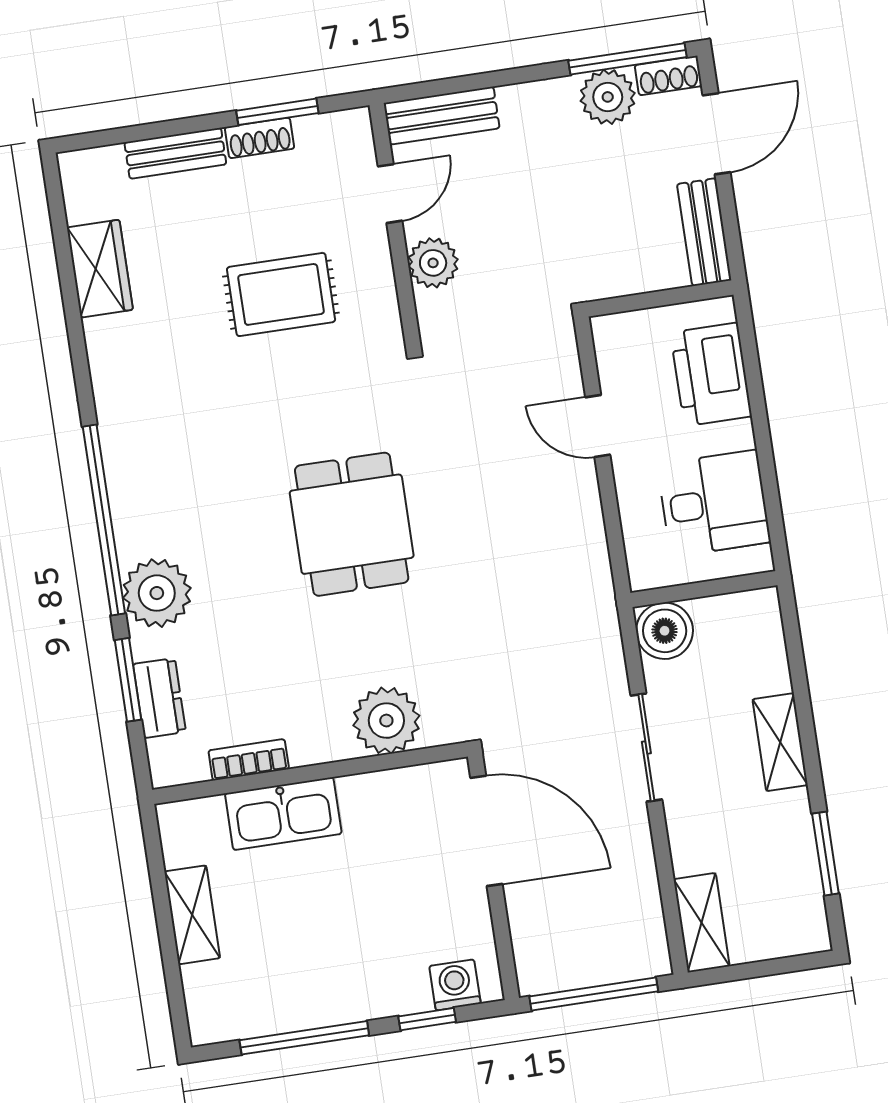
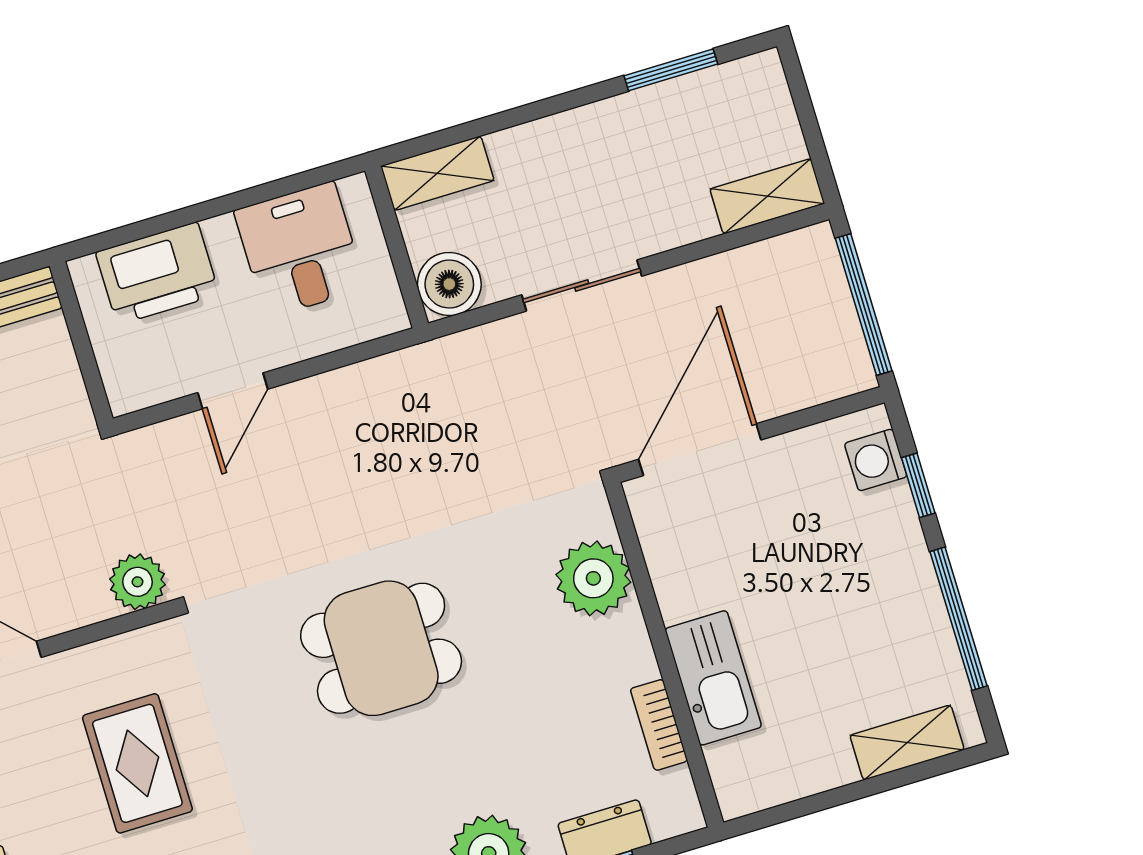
plant: (433, 263) -> (137, 582), moved
shelving: (780, 742) -> (437, 173), moved
shelving: (192, 915) -> (907, 743), moved

